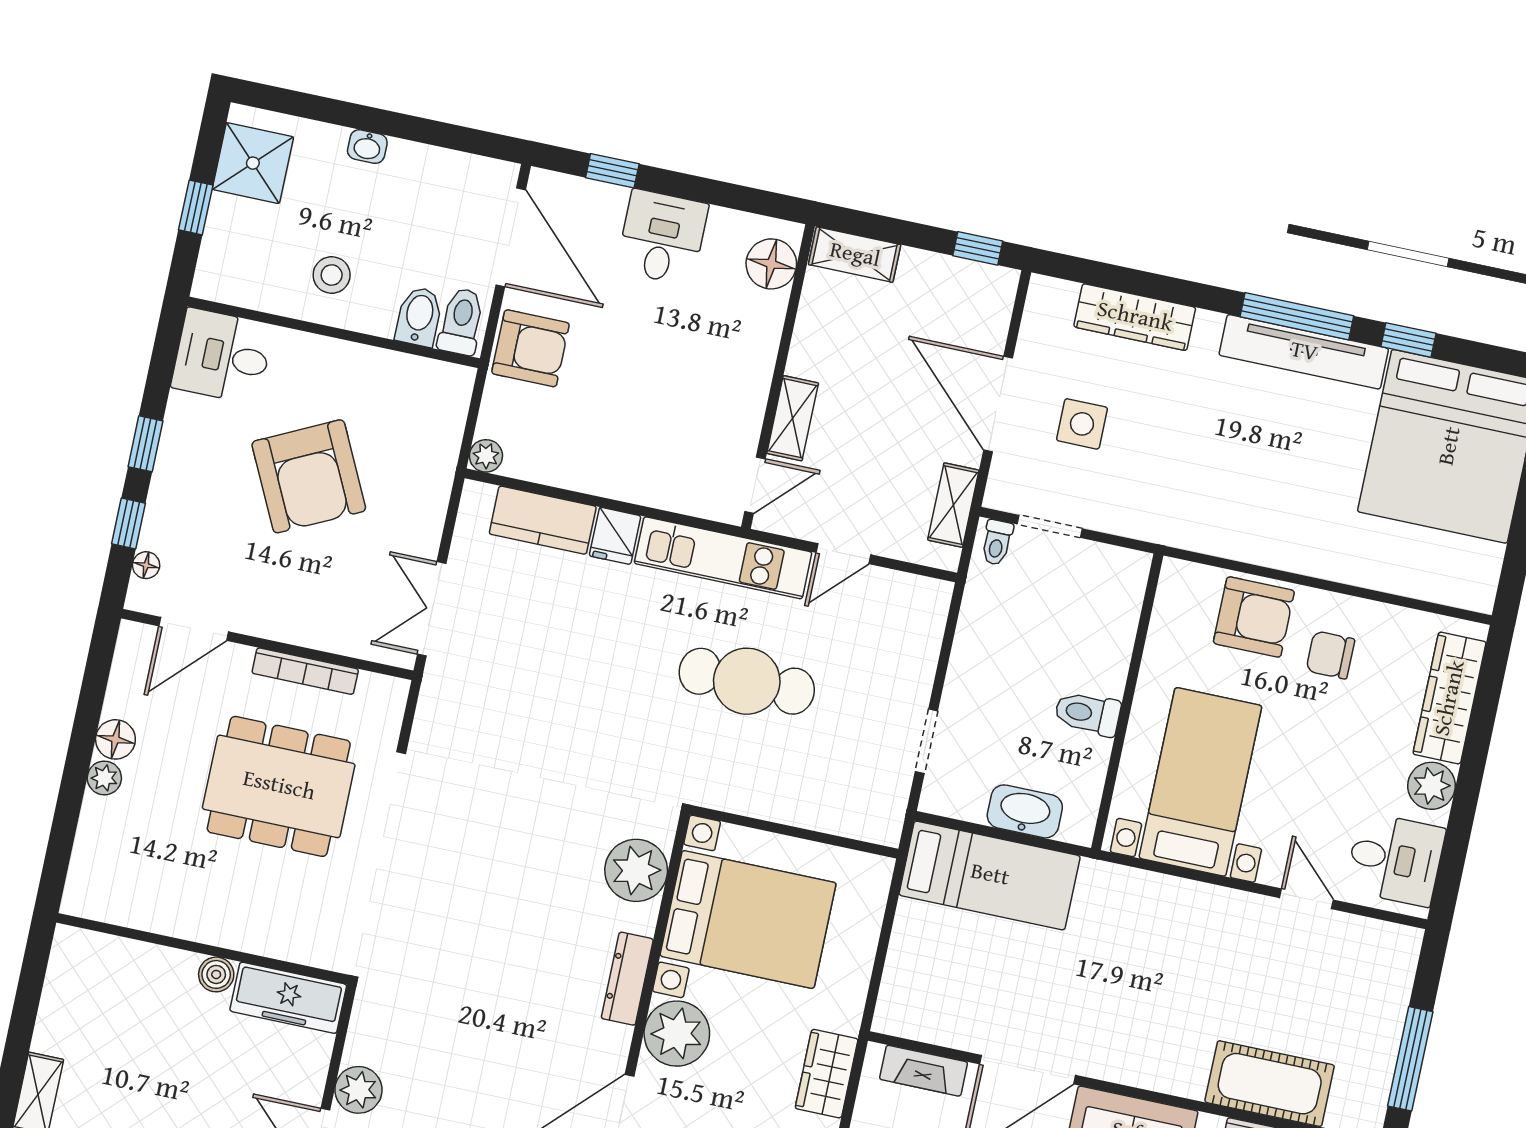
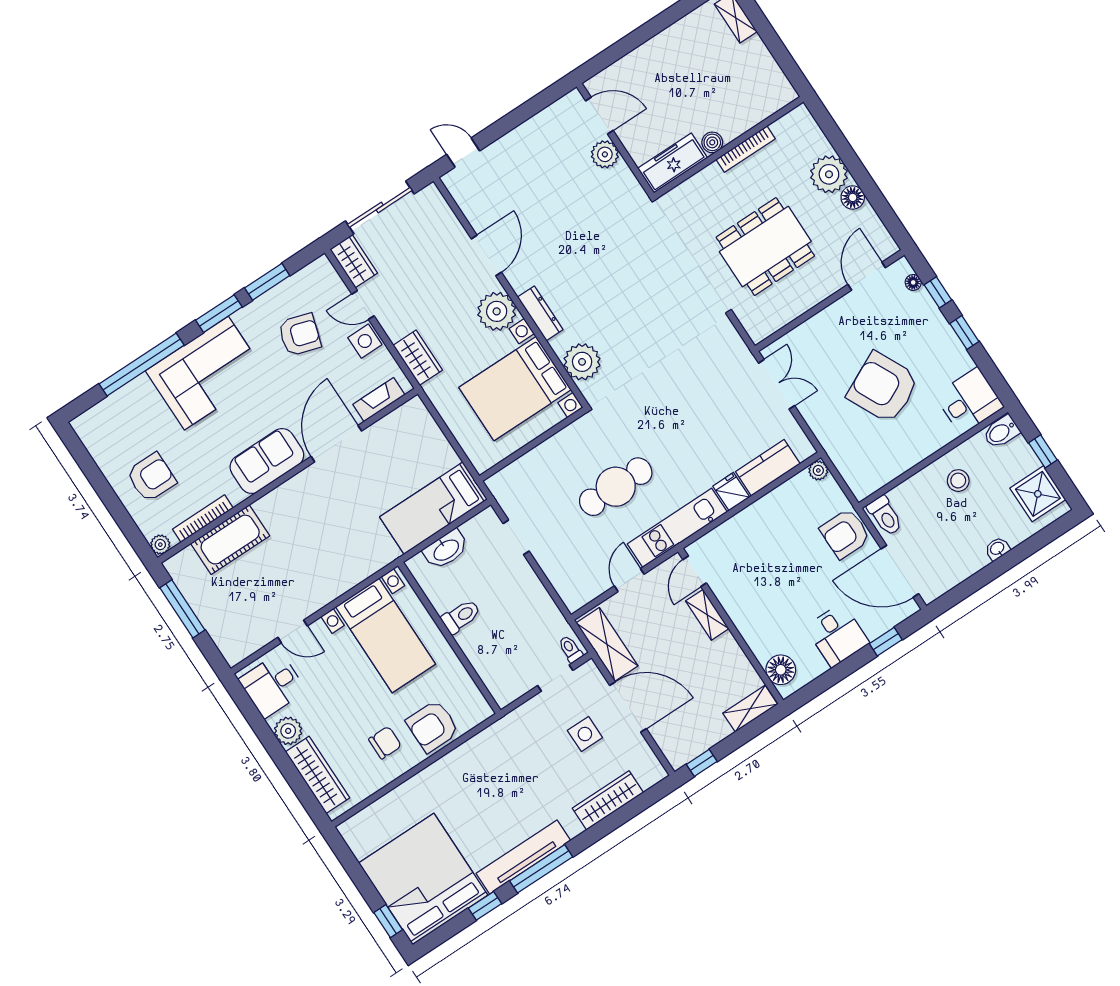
bidet: (419, 317) -> (1001, 432), moved, turned 90
shelving: (953, 505) -> (607, 644), width x1.50, depth x1.33
bookcase: (305, 671) -> (746, 149), moved, turned 180
plant: (104, 778) -> (829, 174), width x1.87, depth x1.87

